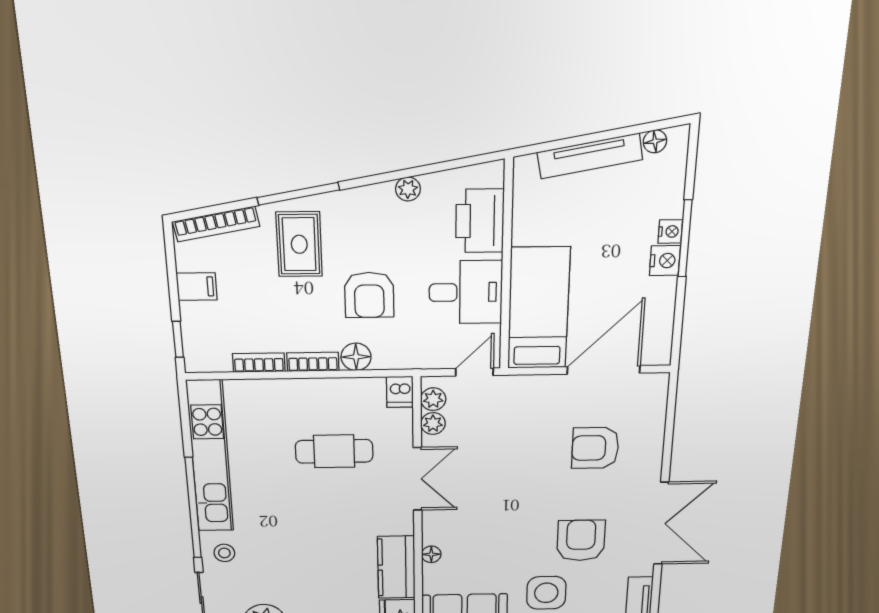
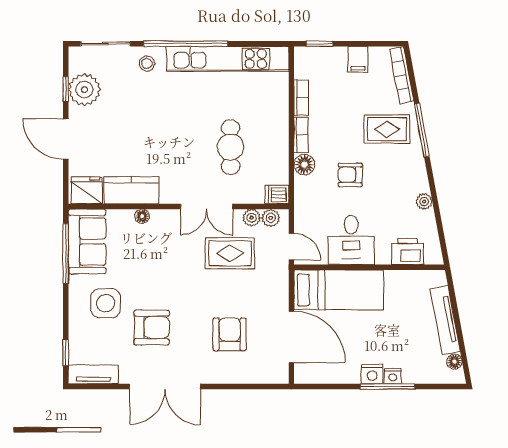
printer: (480, 221) -> (408, 251), width x0.73, depth x0.84
armchair: (369, 295) -> (350, 175), width x0.72, depth x0.72
rug: (483, 449) -> (230, 253), added

